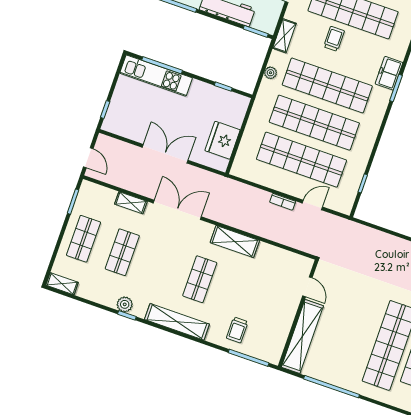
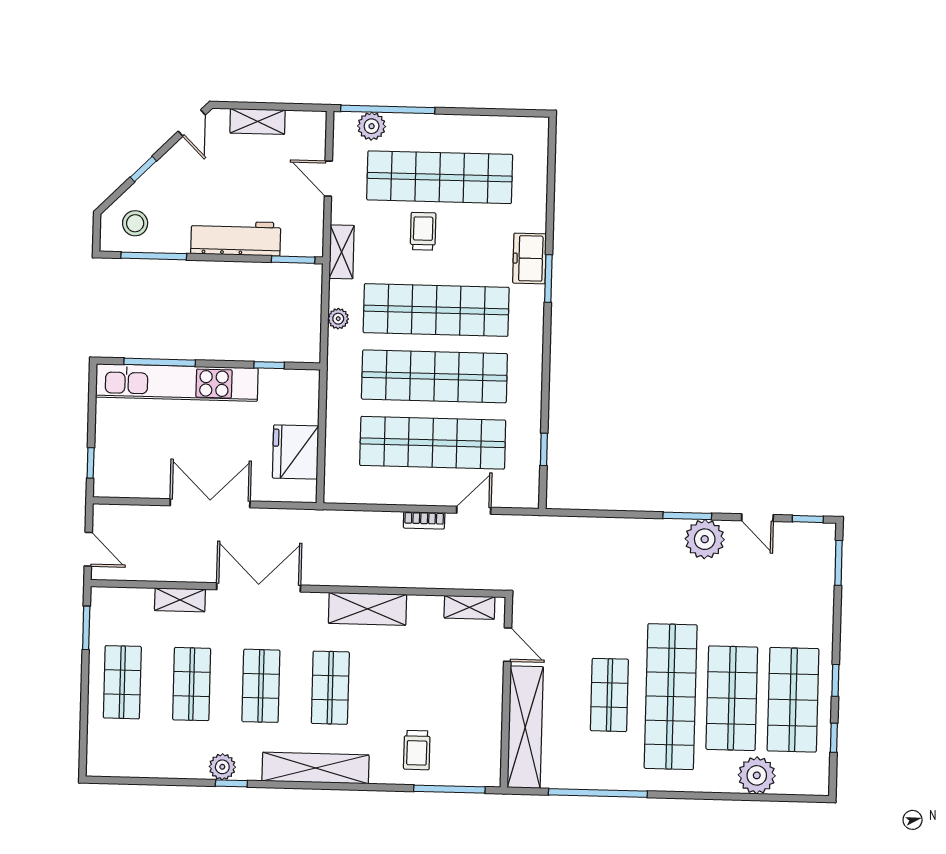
kitchen unit: (156, 76) -> (177, 383), width x1.36
shop shelf: (161, 266) -> (261, 686), added
shelving: (62, 284) -> (469, 607), moved
shop shelf: (356, 333) -> (609, 695), added

